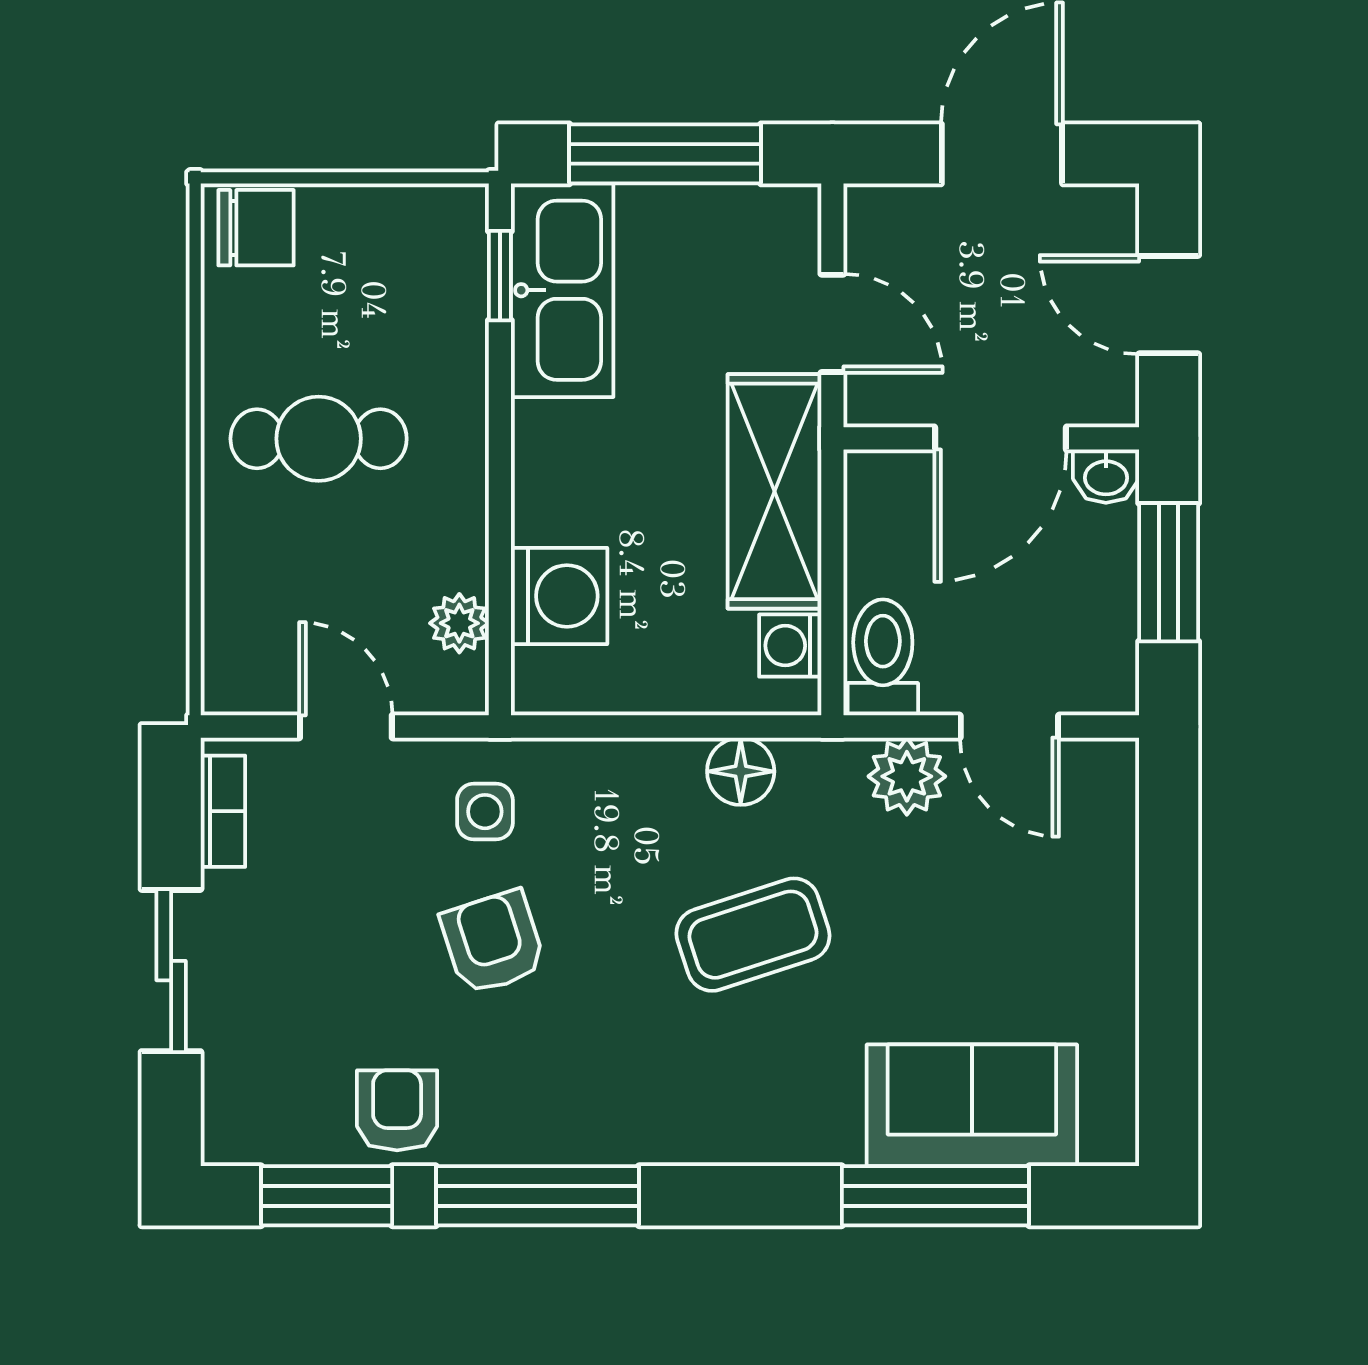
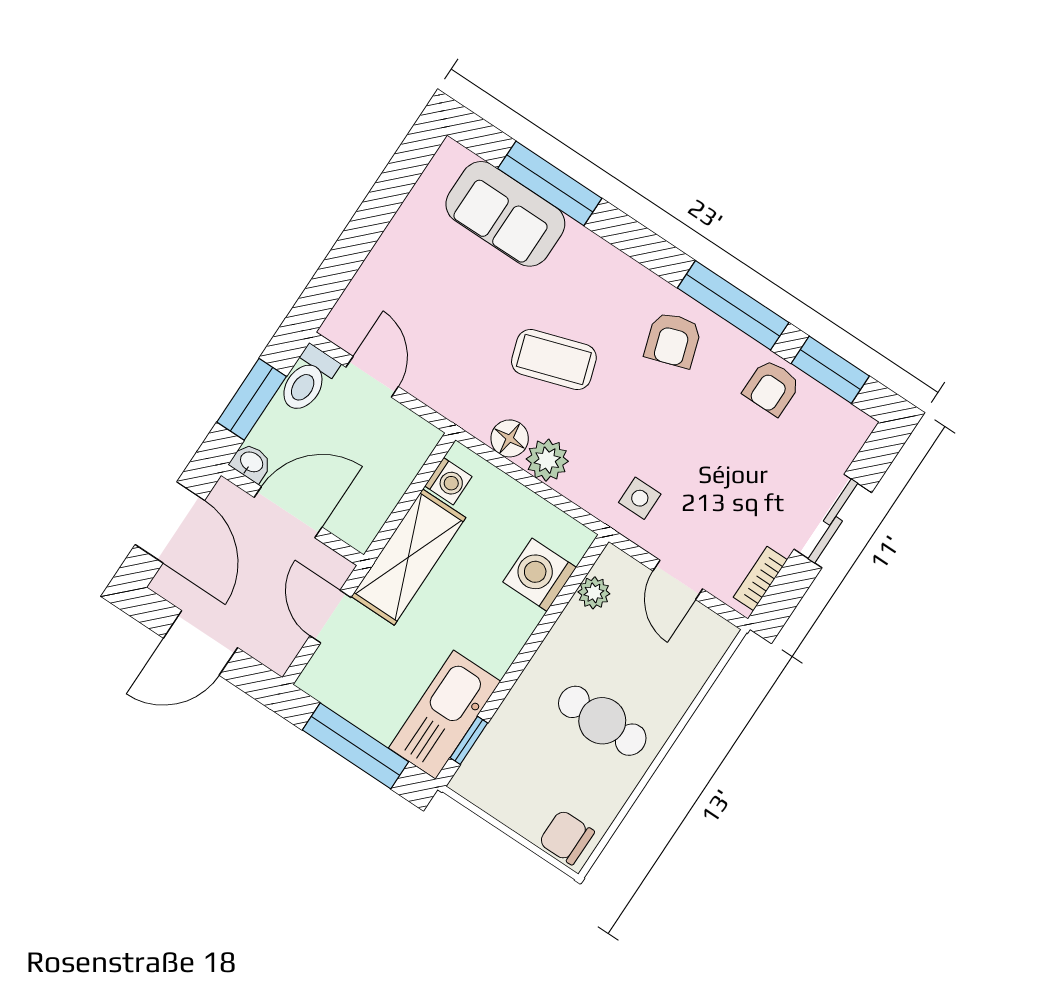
door: (1169, 305) -> (170, 522), width x1.38
toilet: (883, 657) -> (308, 380), moved
plant: (907, 776) -> (547, 460), moved
armchair: (493, 942) -> (673, 340), moved

